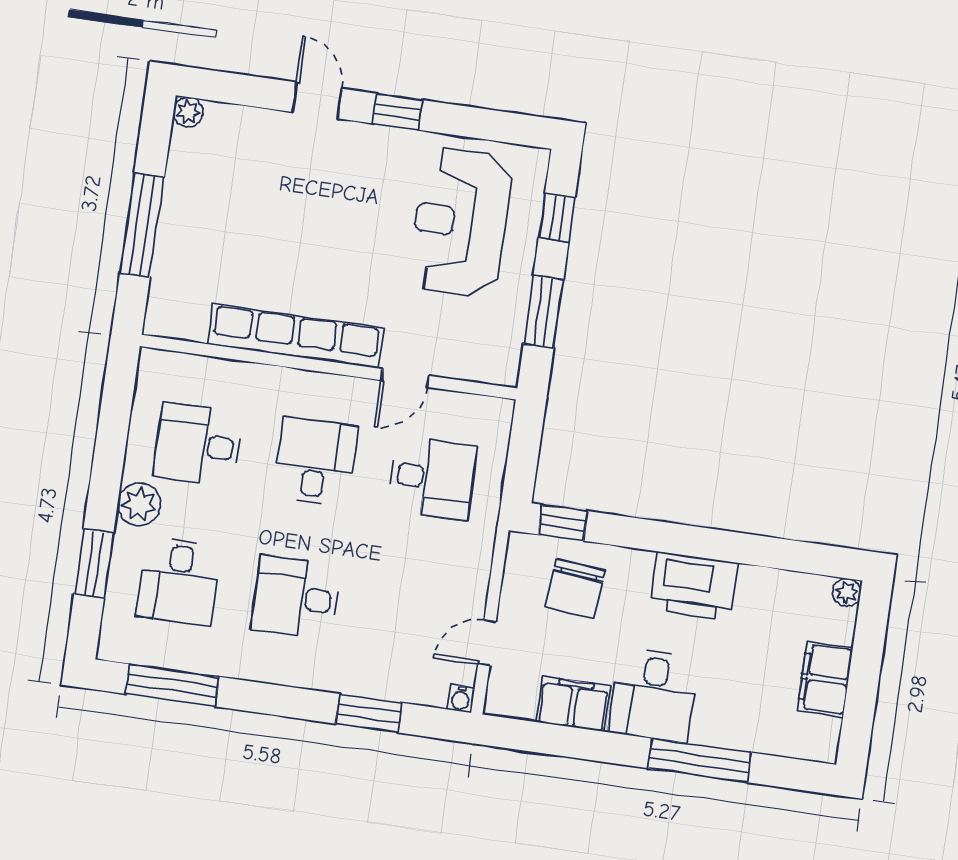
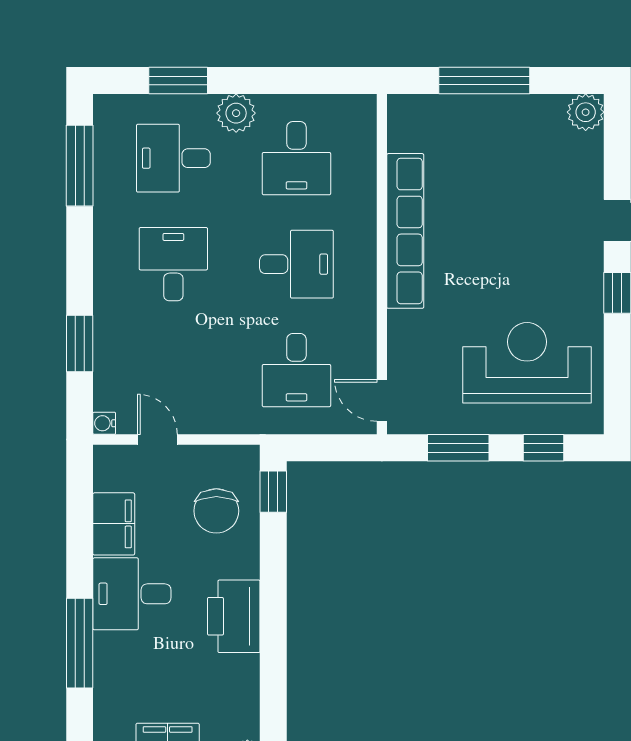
plant: (188, 112) -> (586, 112), width x1.38, depth x1.38
door: (405, 378) -> (382, 400), moved
desk: (198, 445) -> (296, 158), turned 180
chair: (575, 589) -> (216, 511), turned -96

